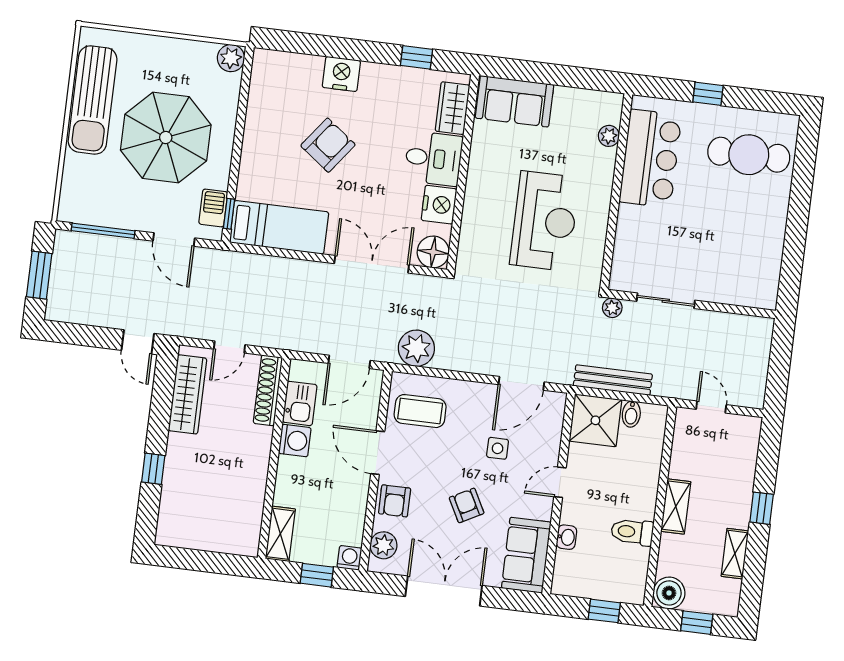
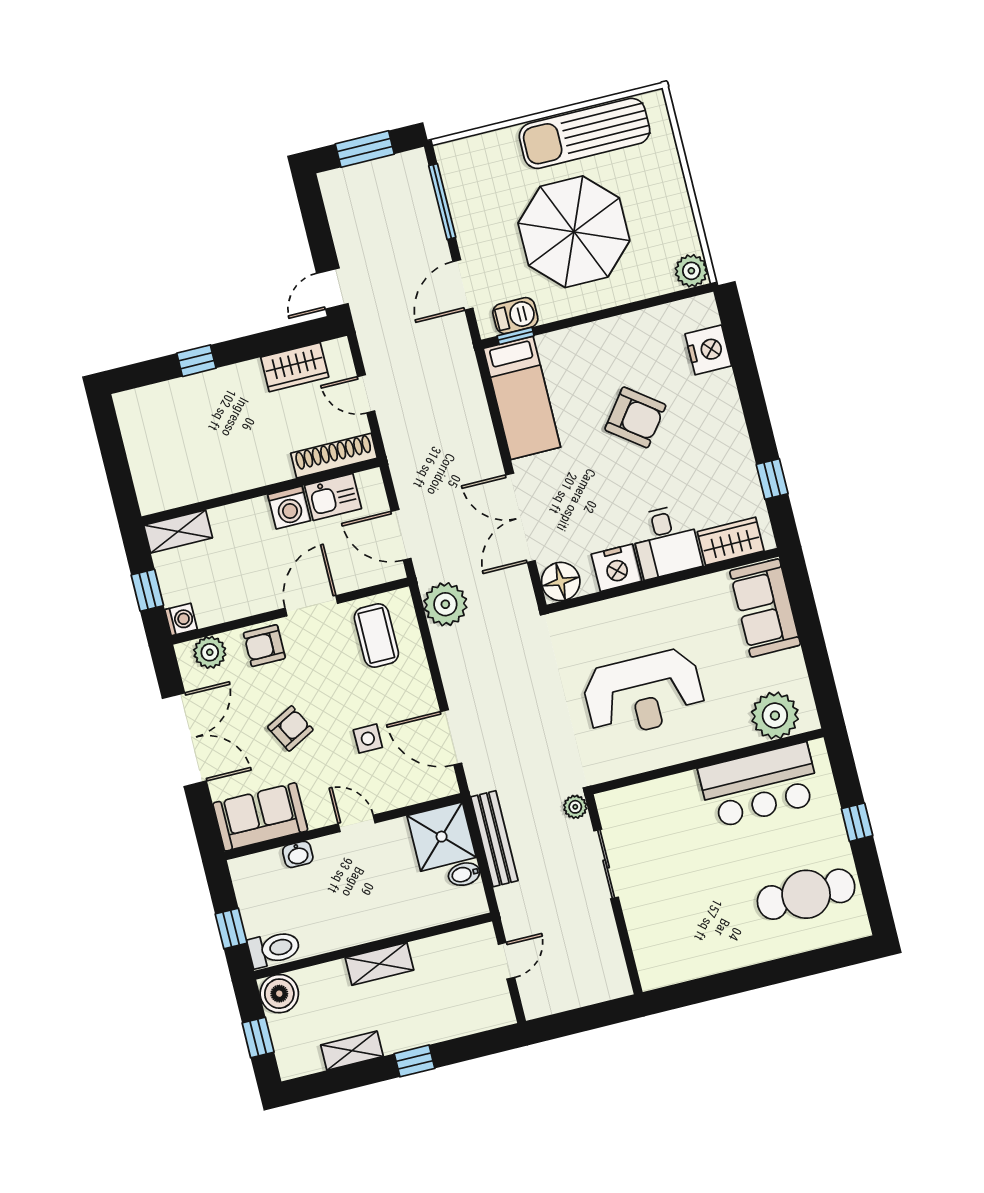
nightstand: (341, 74) -> (708, 350), moved
plant: (609, 136) -> (775, 716), width x1.88, depth x1.88
cafe table: (749, 155) -> (806, 894), turned 90
double door: (372, 264) -> (520, 518), swing flipped
wardrobe: (188, 394) -> (295, 367), width x0.67
toilet: (632, 532) -> (274, 949), moved, turned 90

